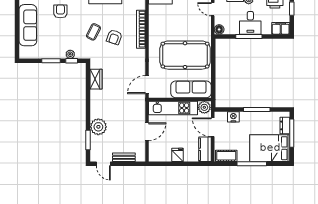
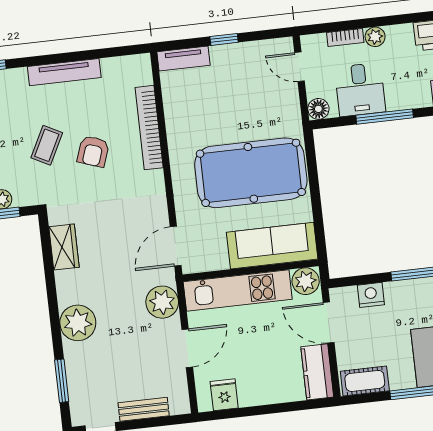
desk: (250, 23) -> (360, 90), moved
plant: (138, 109) -> (162, 302), added
plant: (98, 127) -> (78, 323), moved
fridge: (178, 155) -> (224, 395), moved

